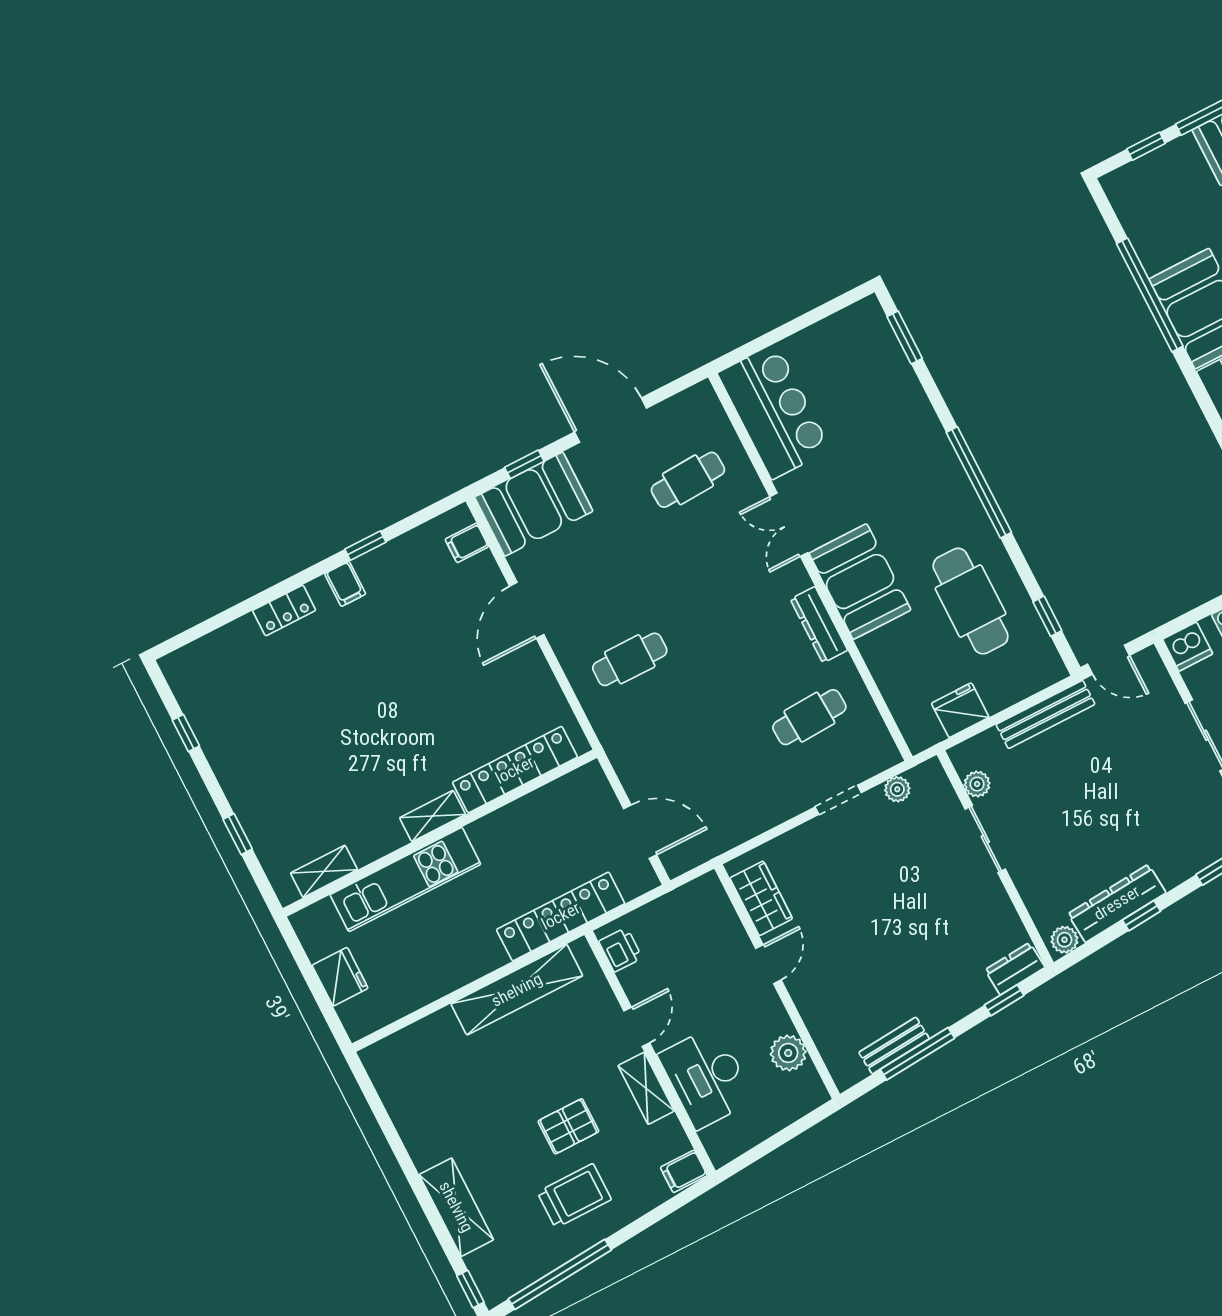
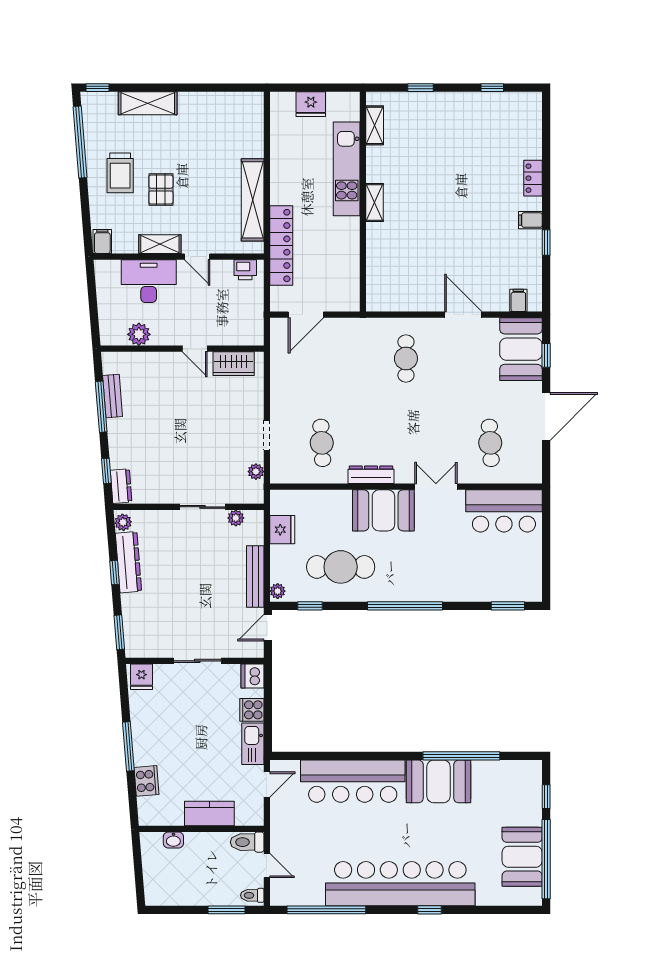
plant: (1050, 672) -> (278, 591), added
locker: (515, 770) -> (377, 262), removed

